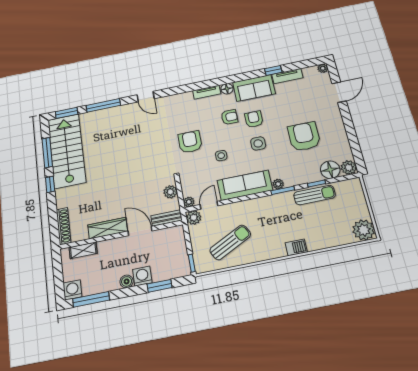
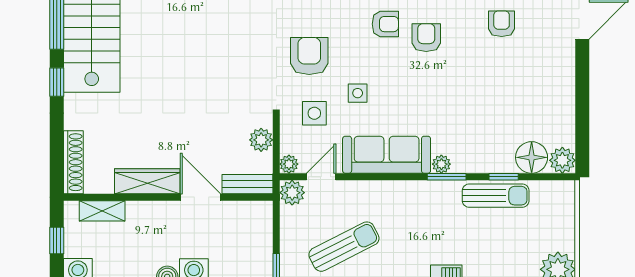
armchair: (304, 136) -> (502, 24), moved, width x0.53, depth x0.53
side table: (258, 143) -> (314, 113), moved
window: (58, 273) -> (57, 240), added

